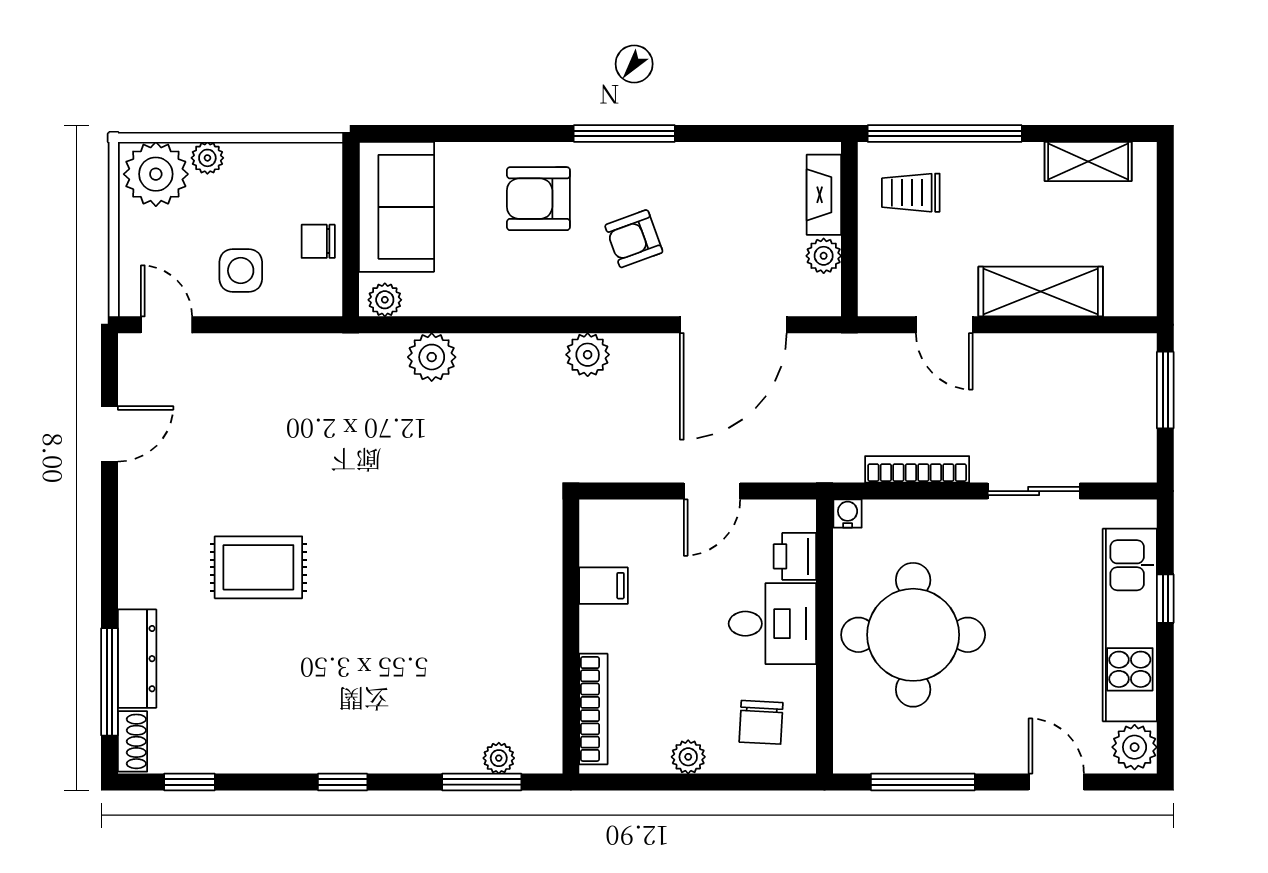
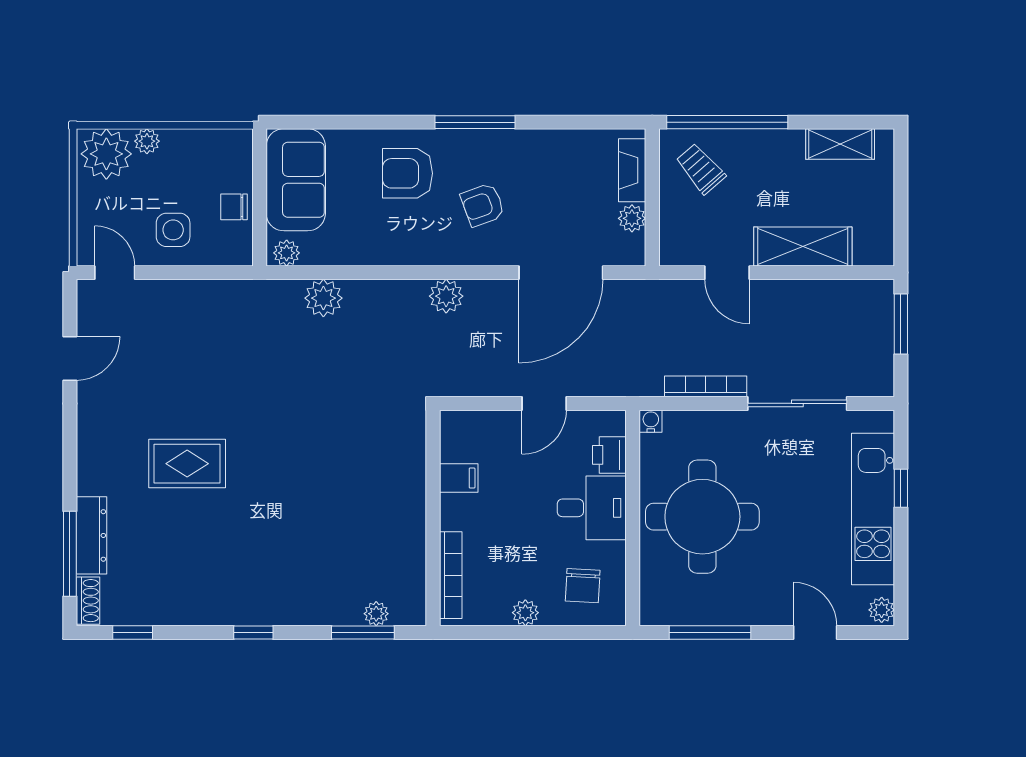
trolley: (911, 193) -> (701, 169), turned 49
sliding door: (1034, 491) -> (797, 403), width x1.37
plant: (1135, 747) -> (882, 610), width x0.73, depth x0.73

